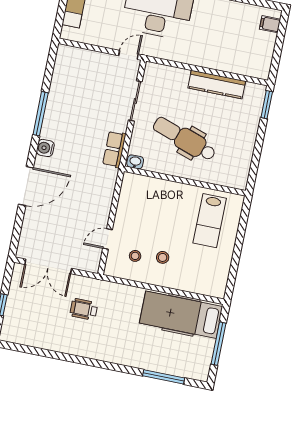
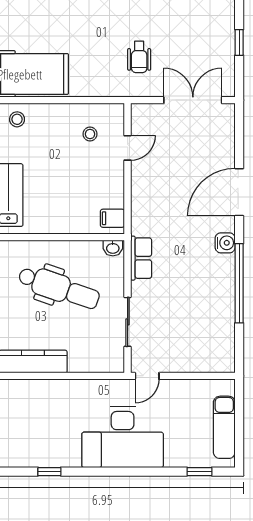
window: (41, 114) -> (239, 283), width x1.46
filing cabinet: (131, 186) -> (112, 218), added
stool: (163, 257) -> (17, 119), moved
wheelchair: (84, 309) -> (139, 57), turned 90

